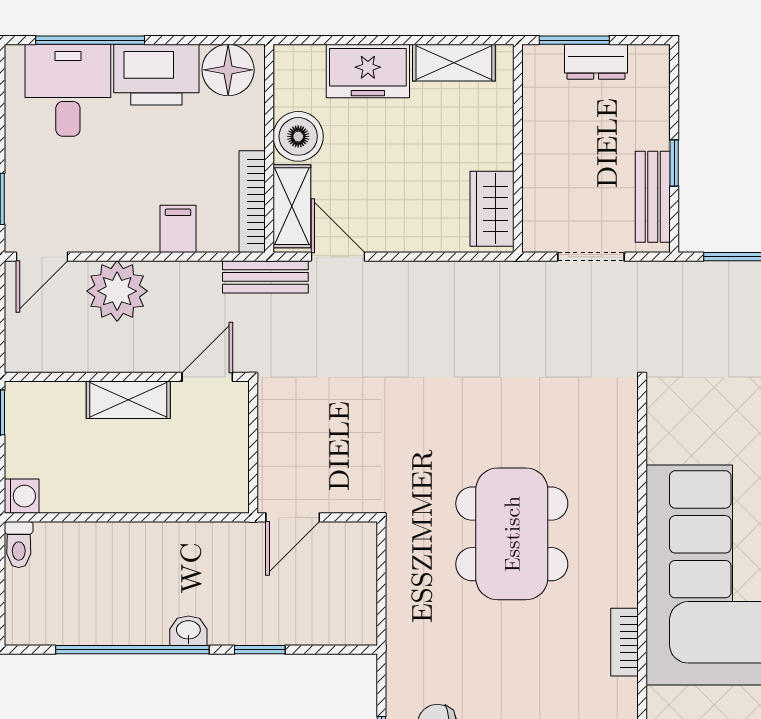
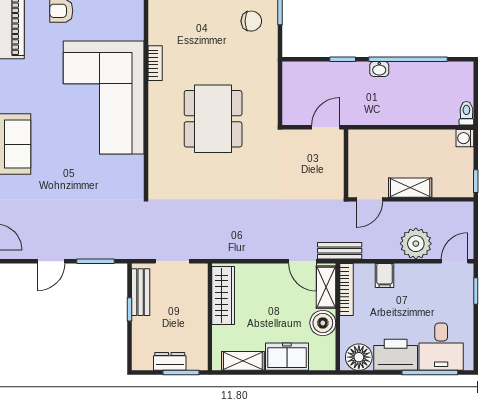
wardrobe: (492, 209) -> (223, 296), width x1.50

